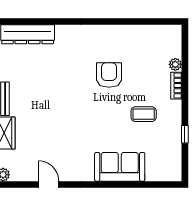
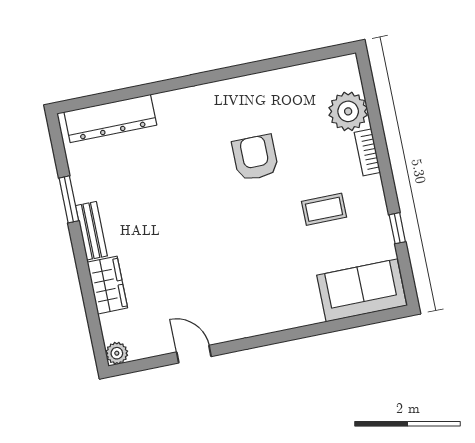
plant: (175, 64) -> (348, 111), width x1.88, depth x1.88
sofa: (120, 167) -> (362, 290), moved

